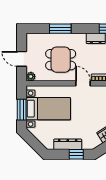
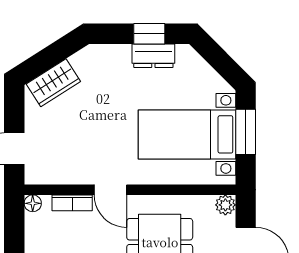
dresser: (68, 144) -> (153, 56), width x0.70
window: (76, 154) -> (149, 34), moved

